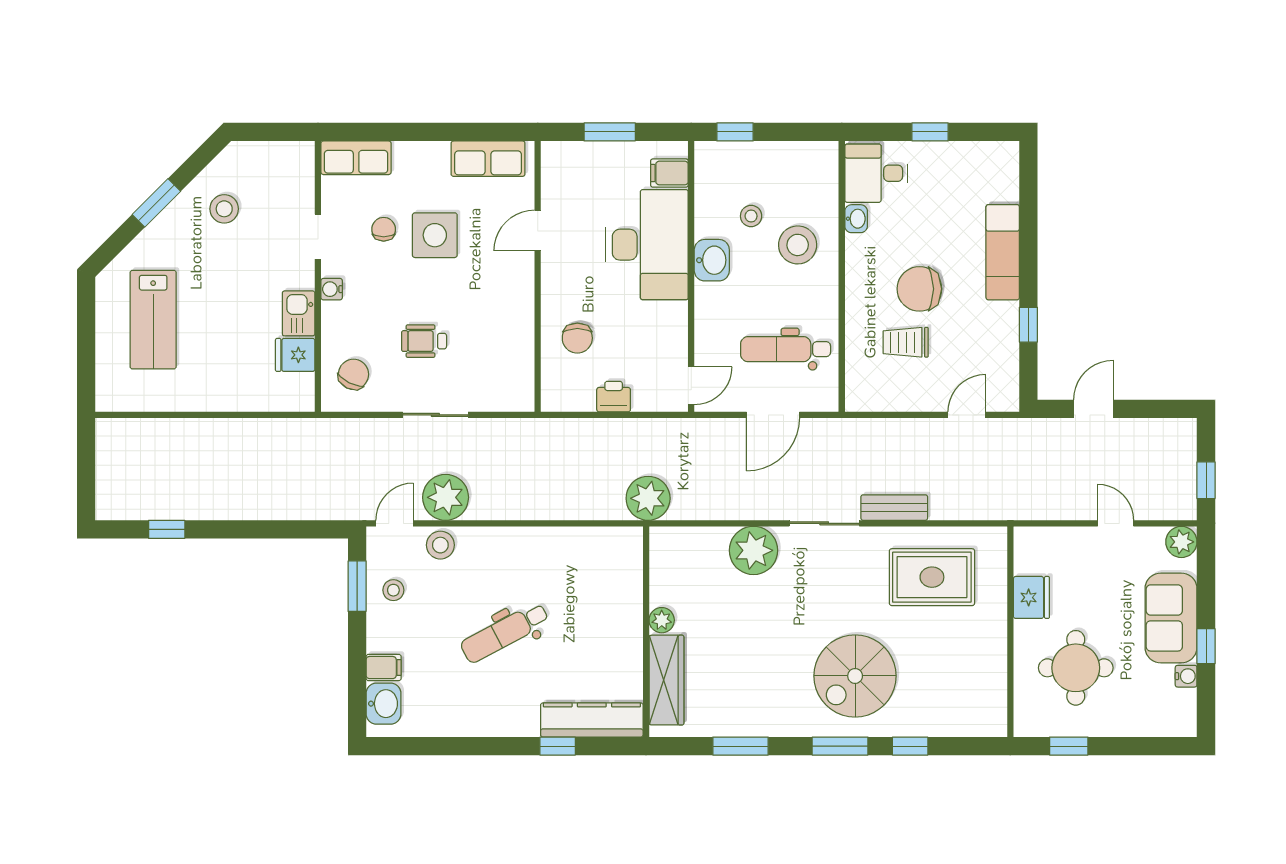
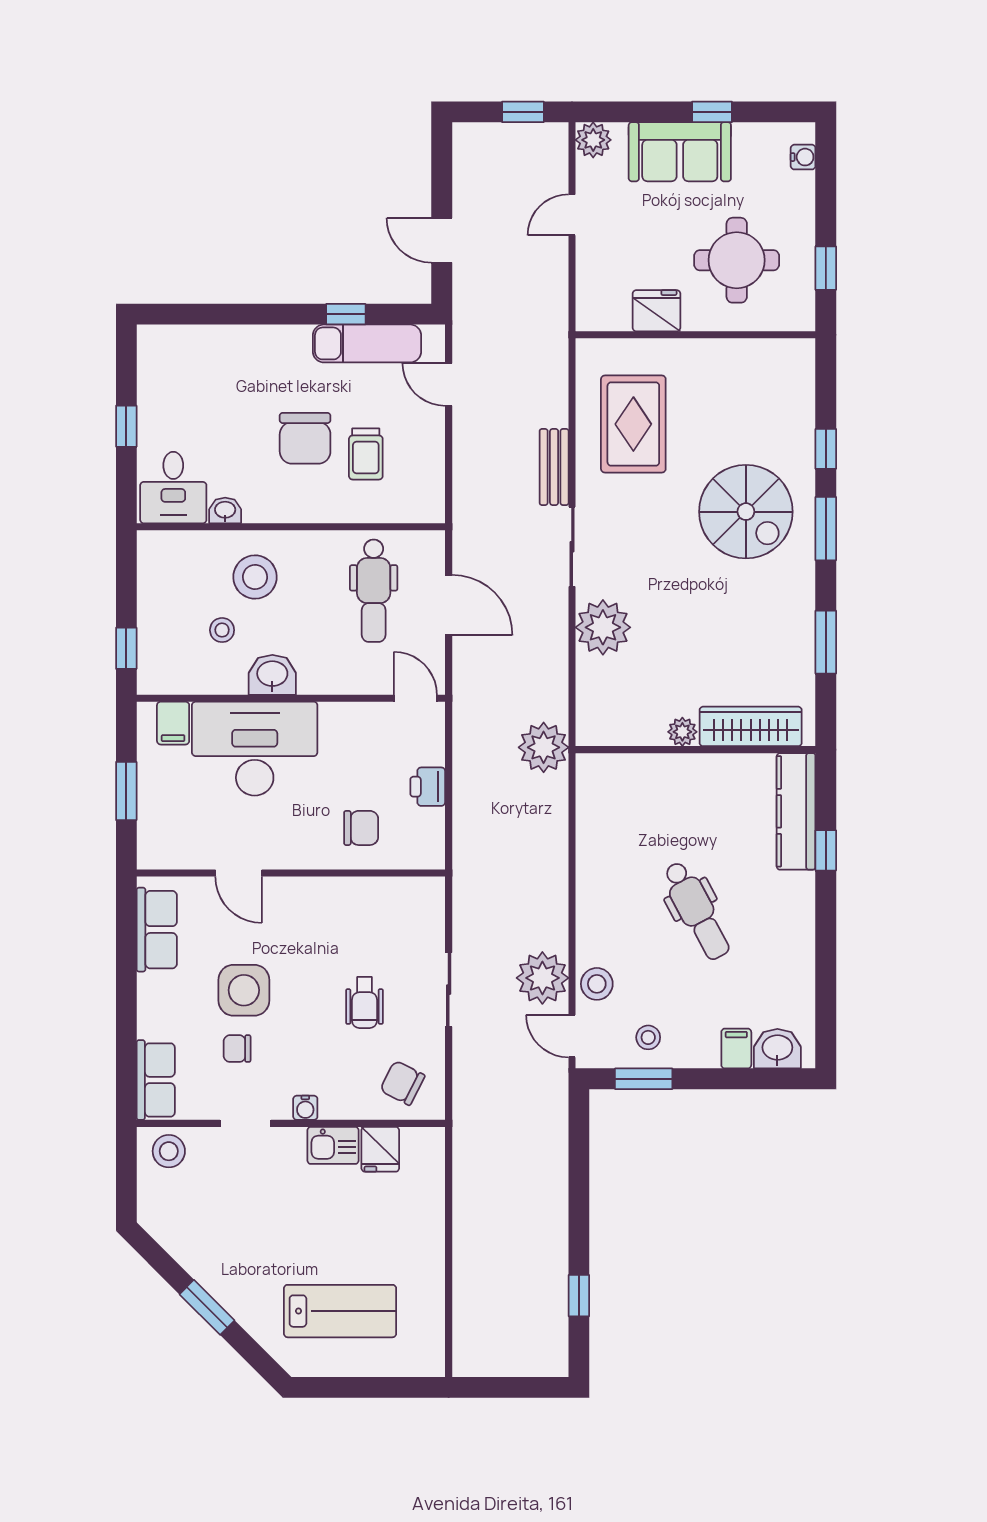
stool: (224, 209) -> (169, 1151), moved
exam couch: (1003, 252) -> (367, 343), moved
water cooler: (1186, 676) -> (803, 157), moved, turned 90

